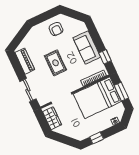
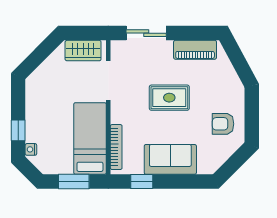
bed: (97, 98) -> (90, 138), width x0.67
window: (97, 138) -> (18, 130), moved

